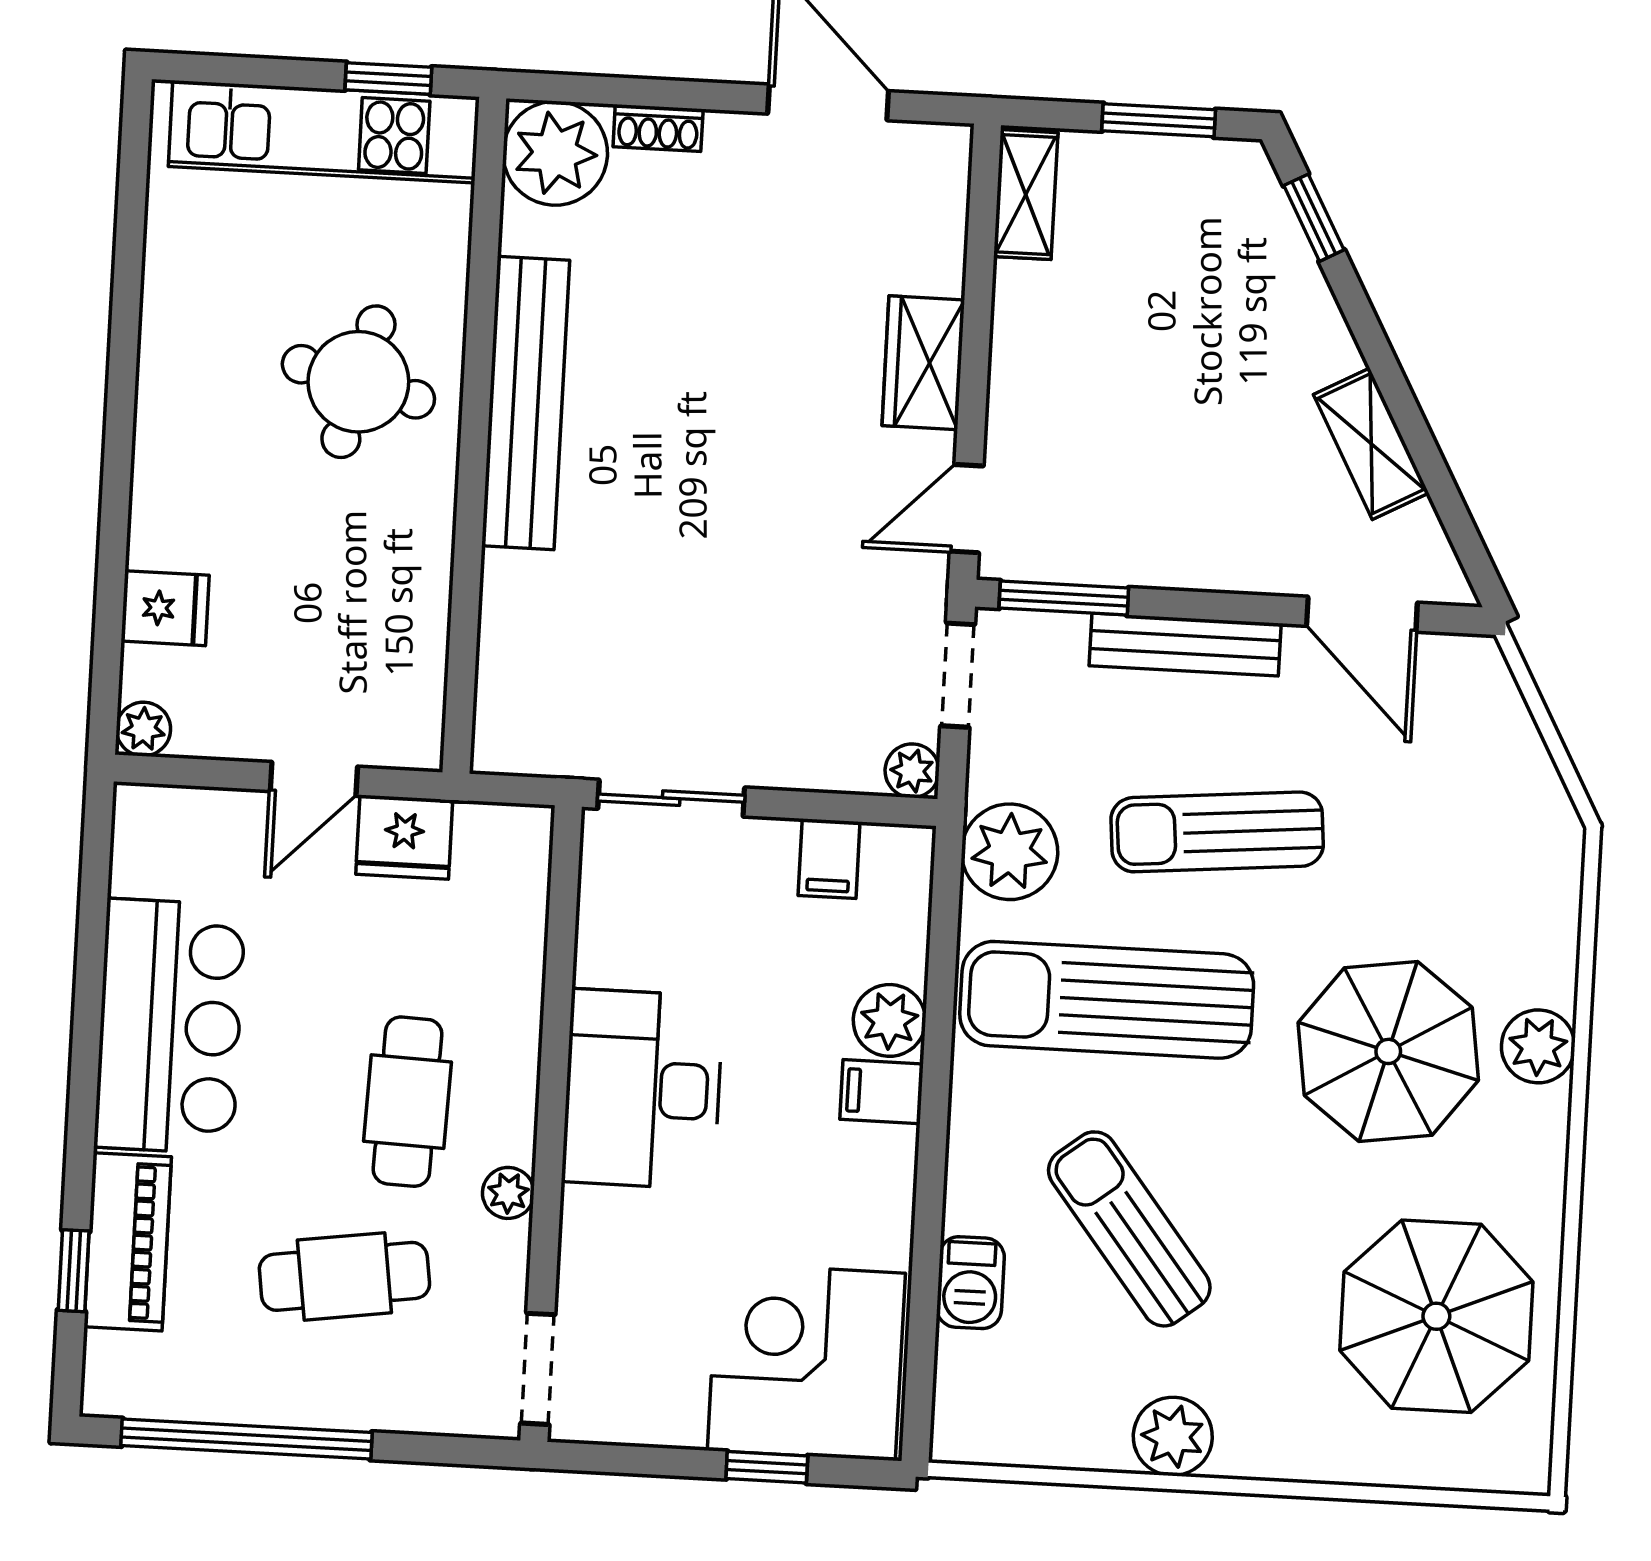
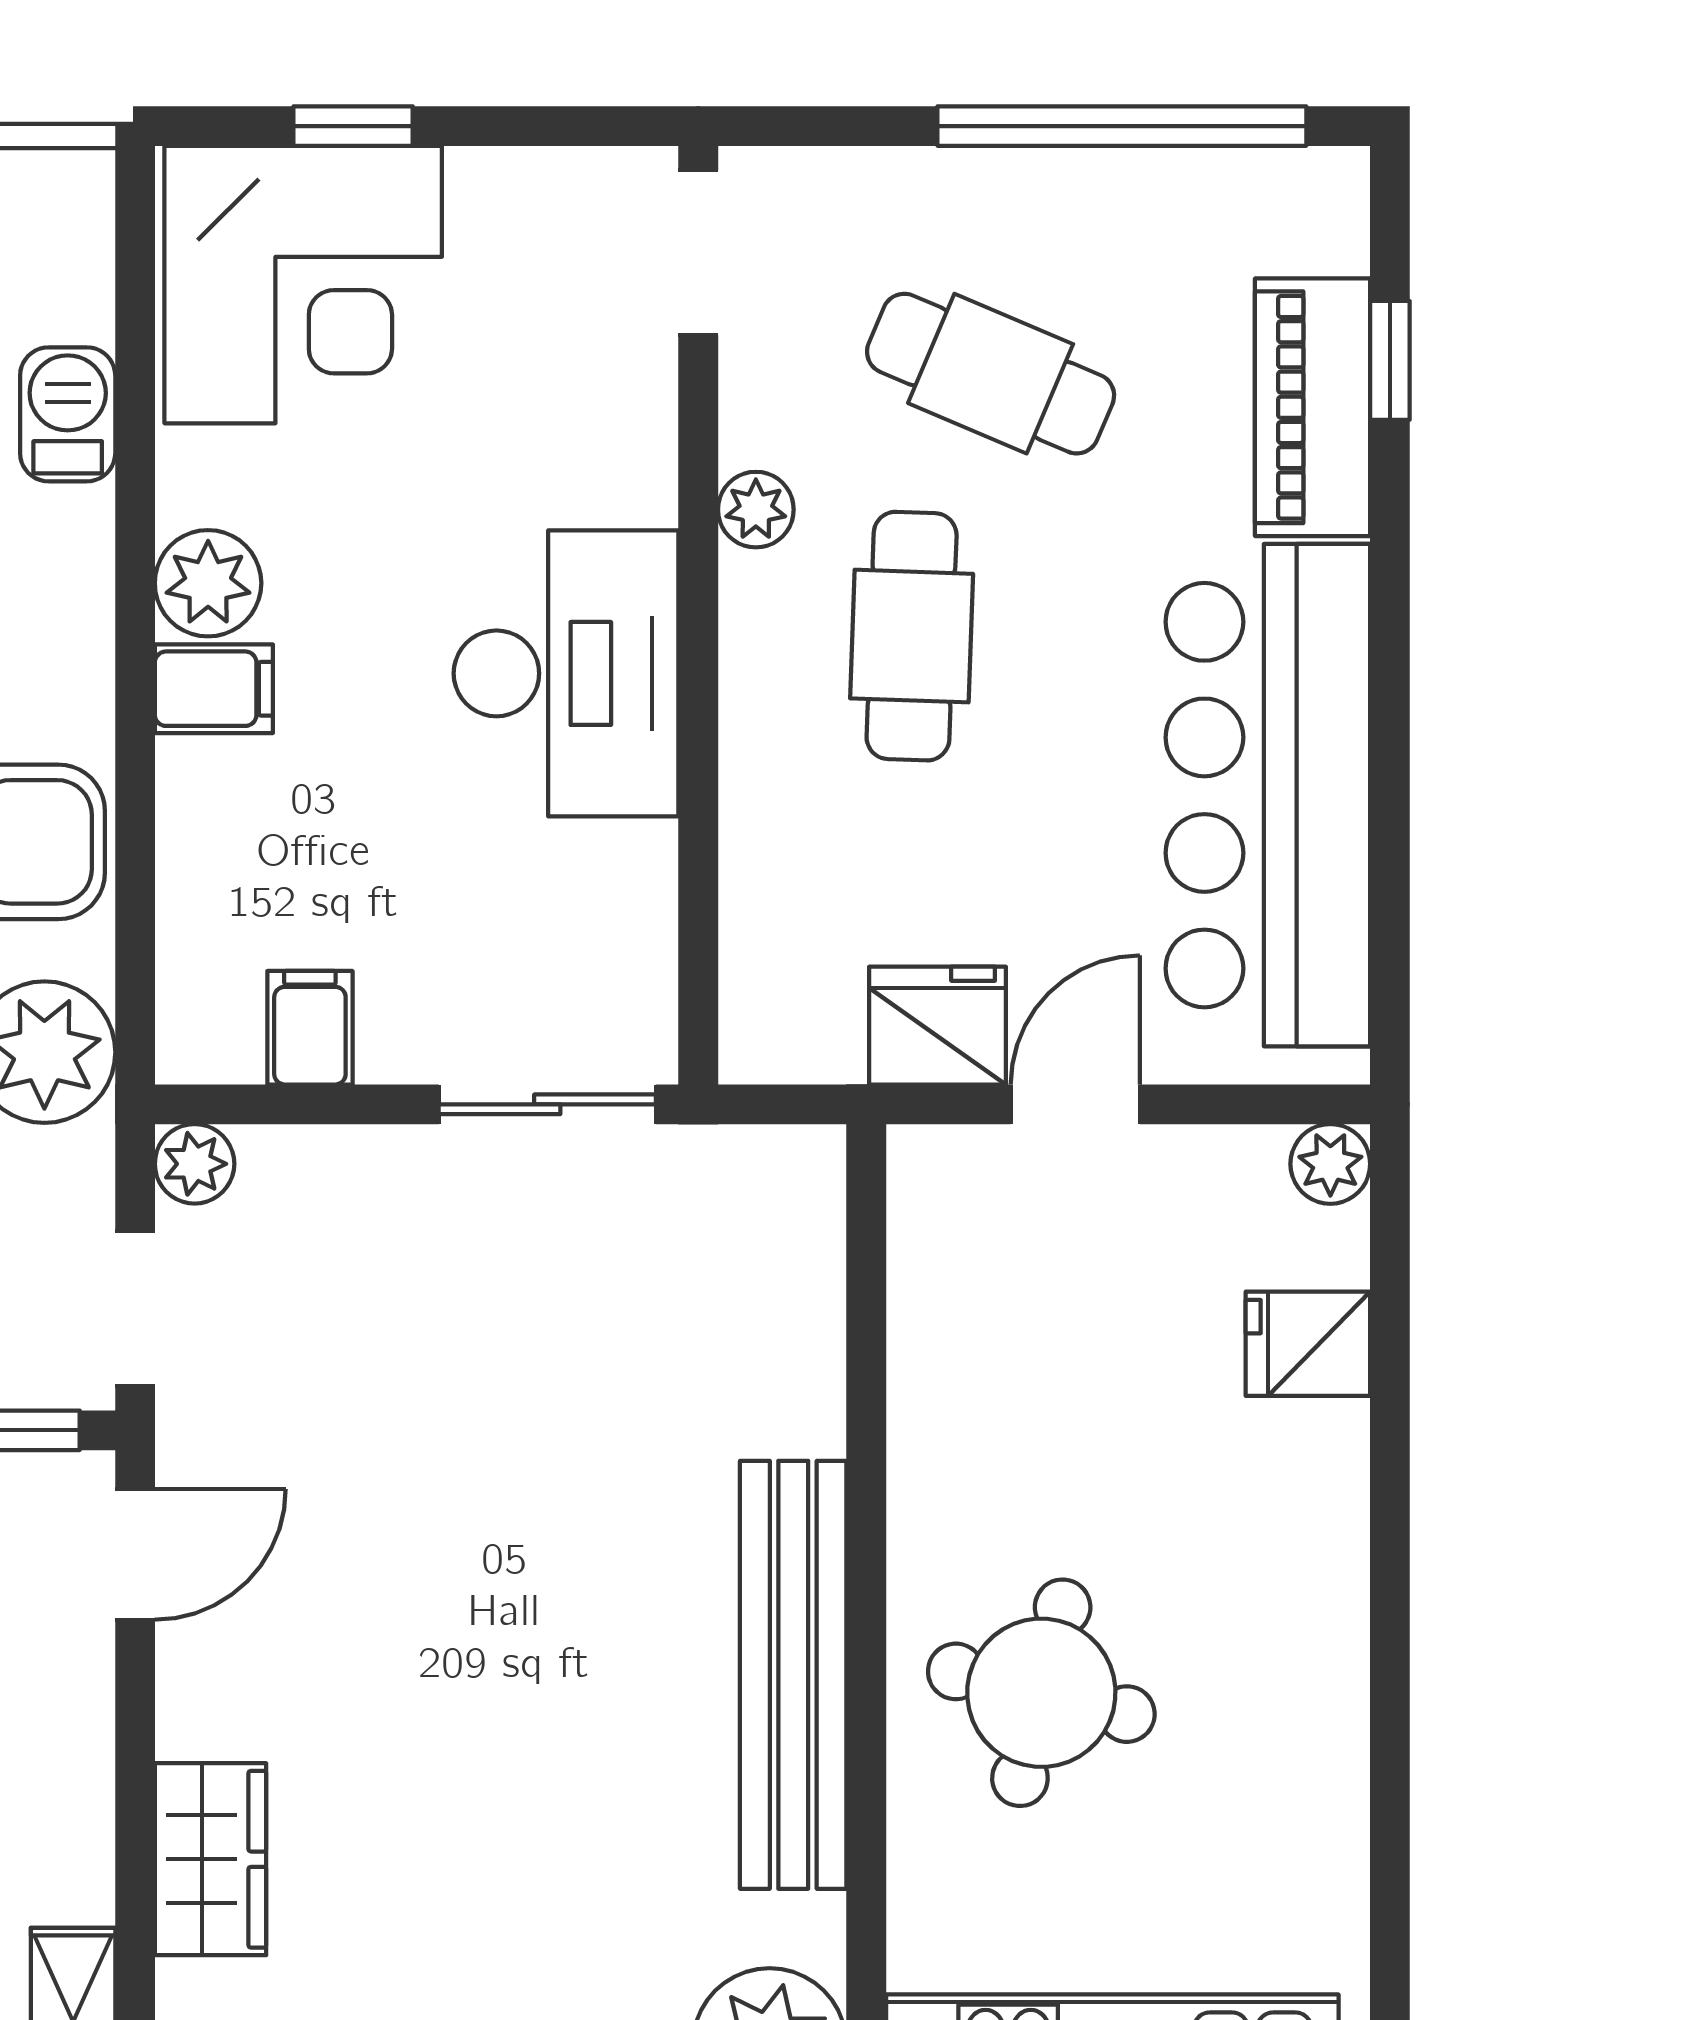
wardrobe: (923, 363) -> (210, 1859), moved
plant: (889, 1020) -> (208, 583), moved
bar counter: (170, 1026) -> (1268, 795), width x1.36
cafe table: (344, 1276) -> (991, 374), turned 31

